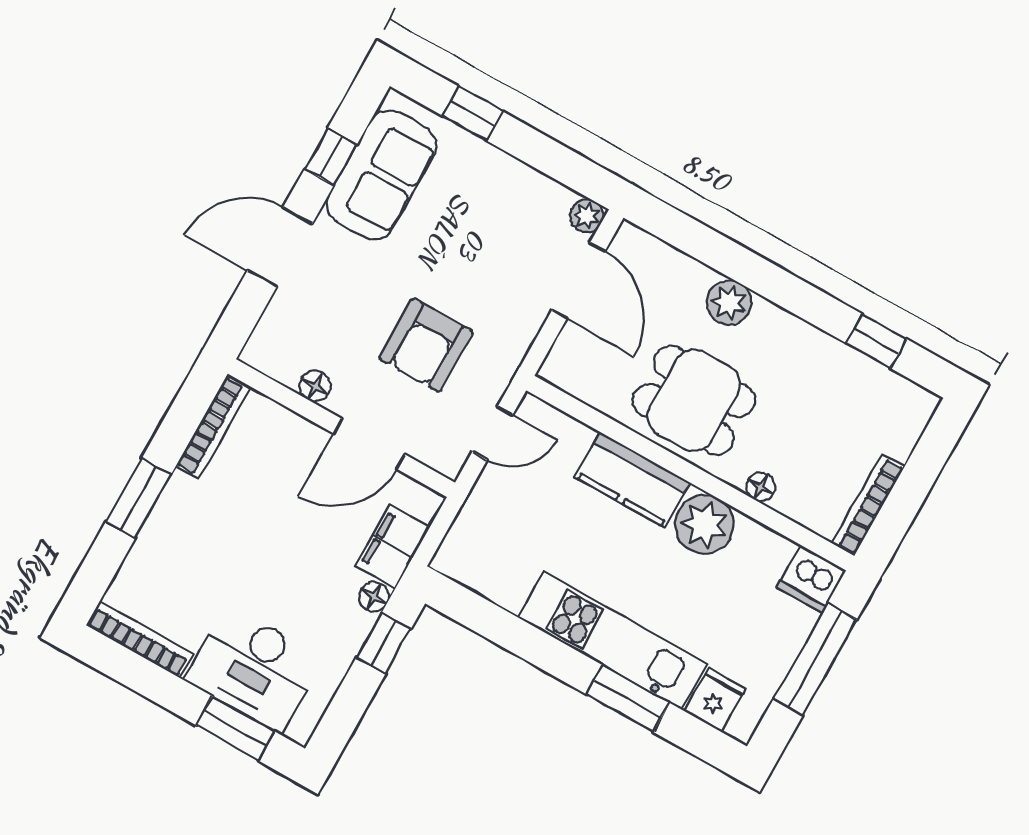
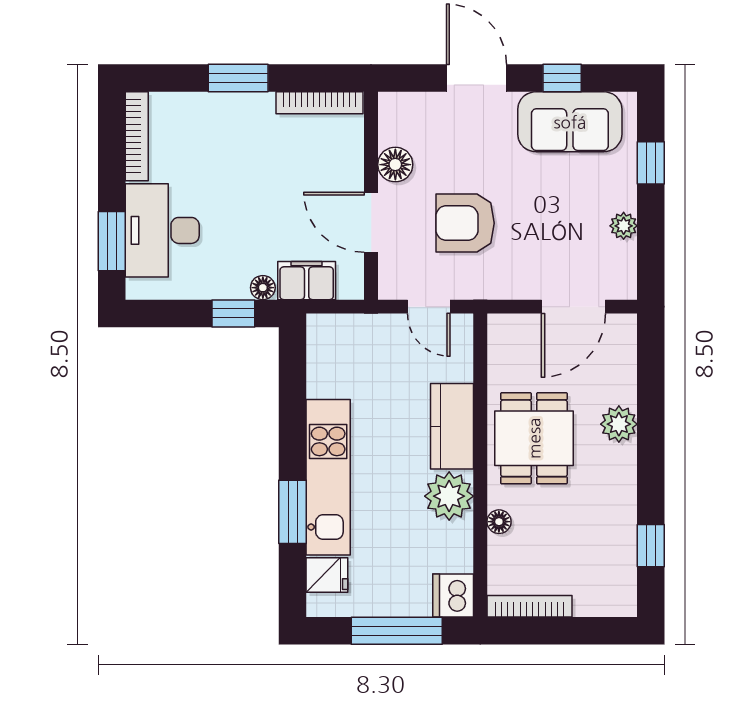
plant: (587, 216) -> (624, 226), moved
floor lamp: (315, 386) -> (395, 165), width x1.37, depth x1.37

